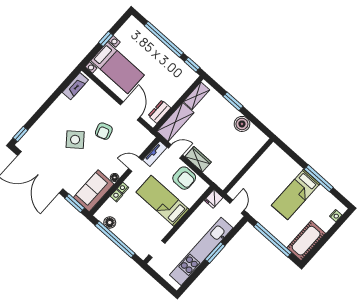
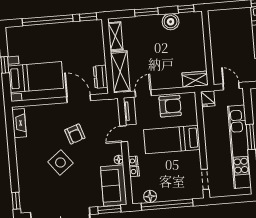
window: (261, 126) -> (186, 9), added
wardrobe: (198, 159) -> (195, 79), moved

